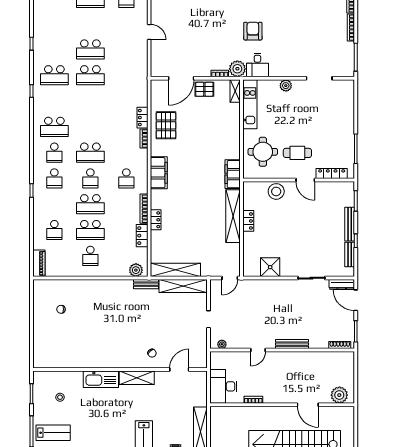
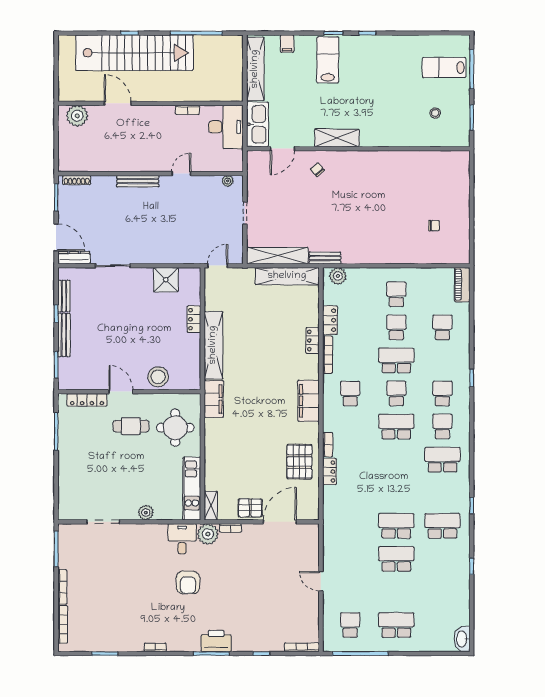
locker: (248, 221) -> (194, 319), moved
school desk: (90, 230) -> (396, 327), width x0.54
kitchen sink: (101, 379) -> (257, 124), moved, turned 90

